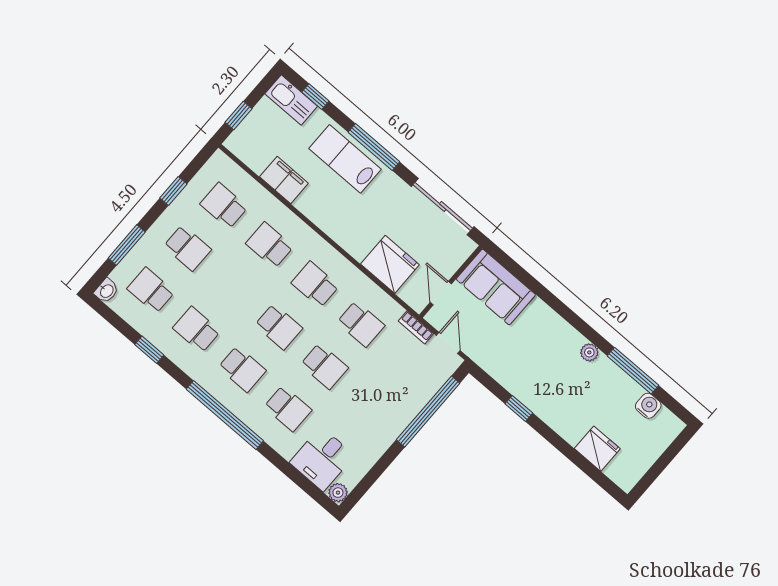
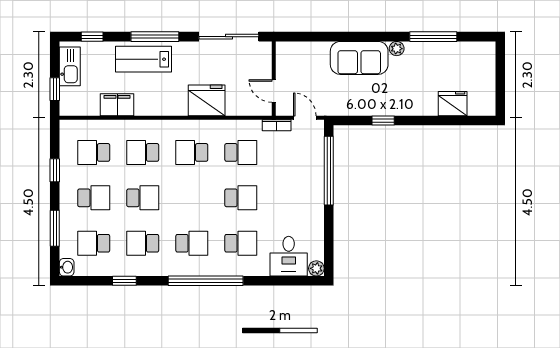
kitchen sink: (291, 100) -> (70, 66), moved, turned -90
fridge: (390, 264) -> (207, 100), moved
sofa: (496, 287) -> (359, 58), moved
school desk: (279, 327) -> (143, 198), moved
water cooler: (648, 406) -> (461, 50), removed

